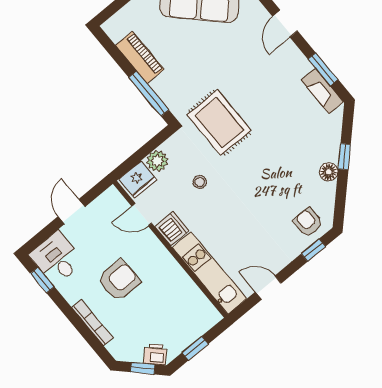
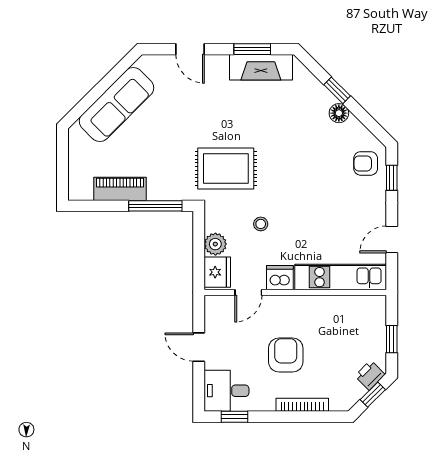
fireplace: (322, 91) -> (261, 67), width x1.37, depth x1.32

